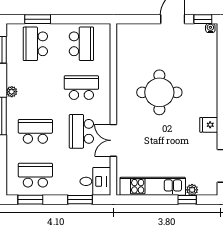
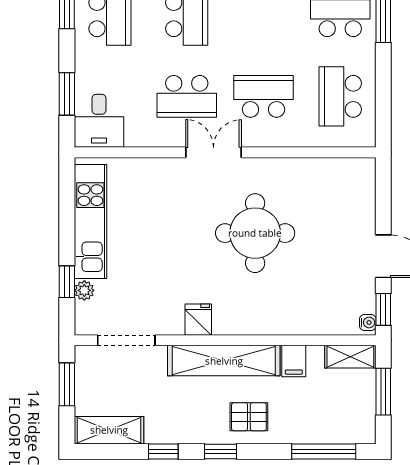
school desk: (81, 44) -> (340, 96), turned 90
school desk: (81, 88) -> (263, 96), turned -90
school desk: (81, 131) -> (187, 96), turned 180
double door: (113, 140) -> (214, 152), moved

